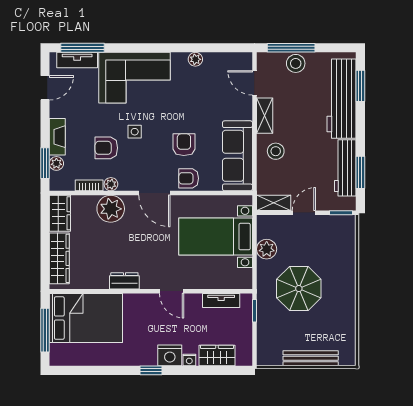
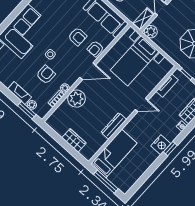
armchair: (184, 145) -> (77, 37), turned 180
armchair: (106, 148) -> (46, 75), turned 180
wardrobe: (60, 213) -> (57, 125), removed
plant: (267, 249) -> (151, 32), moved
wardrobe: (59, 258) -> (74, 140), width x0.67
dresser: (124, 281) -> (114, 126), width x1.44
bed: (86, 318) -> (114, 153), width x0.67
nightstand: (170, 355) -> (161, 145), moved

